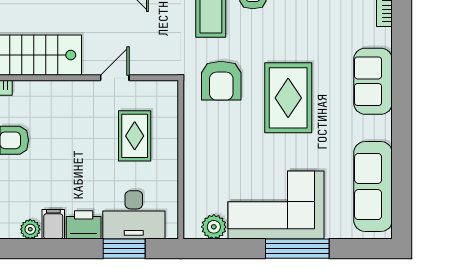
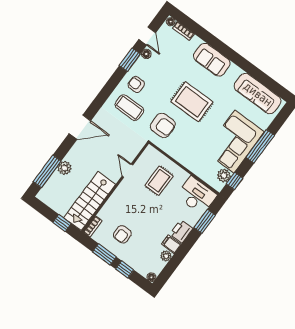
rug: (135, 136) -> (159, 181), turned 90
desk: (134, 215) -> (197, 195), moved, turned -90
window: (217, 249) -> (235, 181), added

